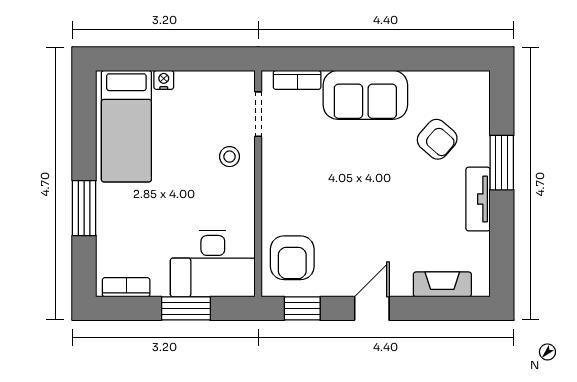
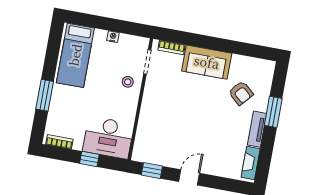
nightstand: (164, 80) -> (113, 37), moved
armchair: (292, 258) -> (151, 142), removed
fireplace: (442, 284) -> (251, 163), moved, turned -90
window: (186, 308) -> (89, 159), width x0.67

